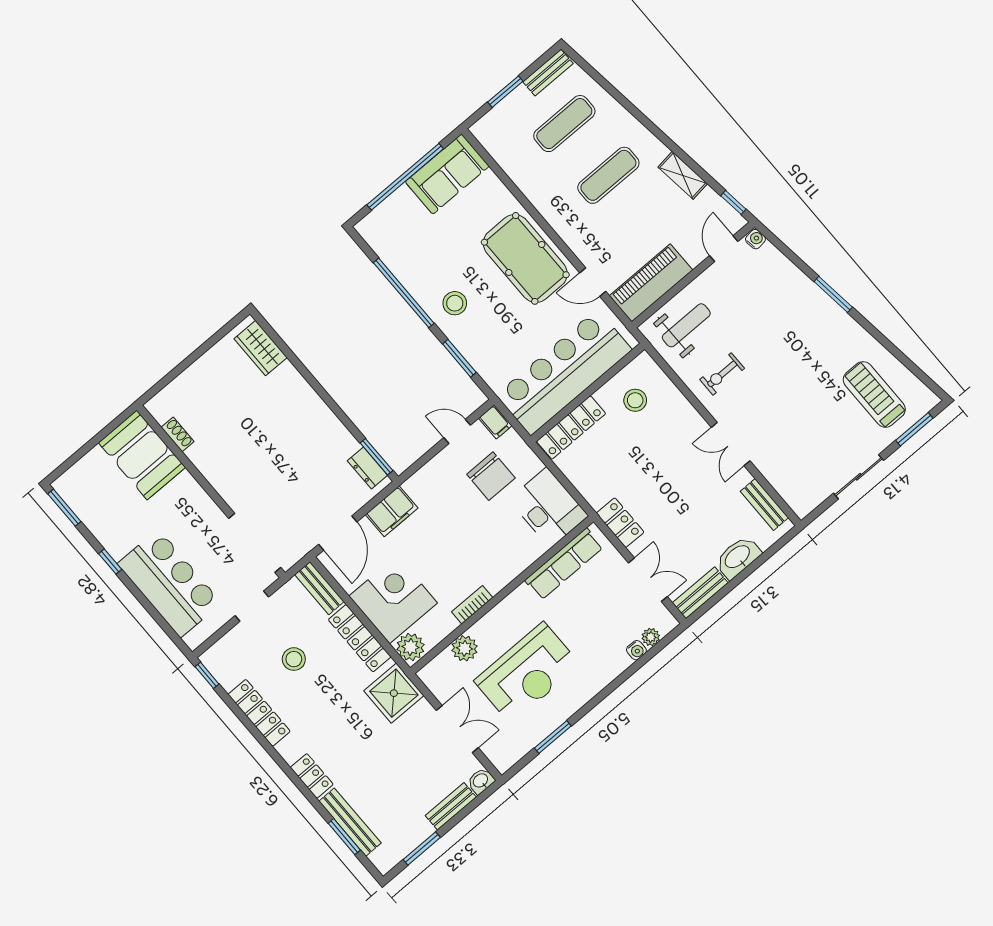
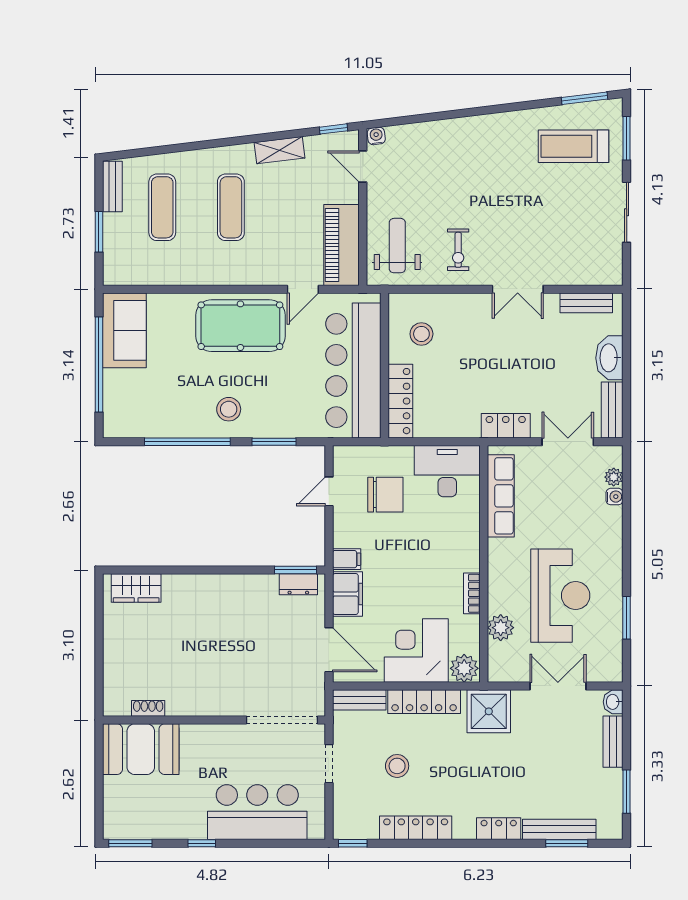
window: (833, 294) -> (584, 98), moved
filing cabinet: (495, 422) -> (347, 559), moved

